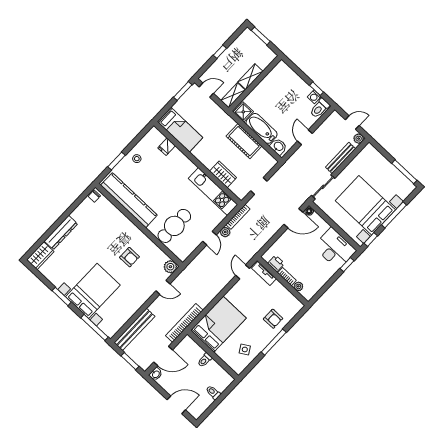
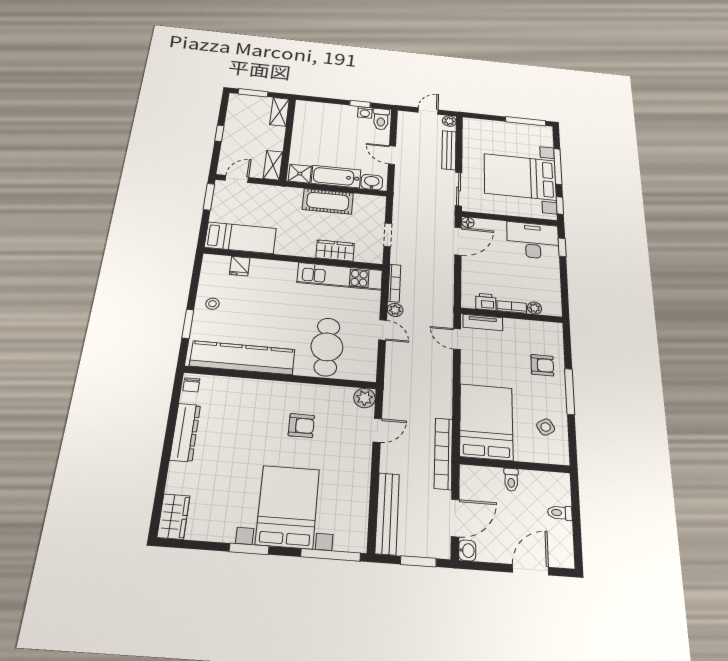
shelving: (250, 77) -> (280, 112), moved
dresser: (61, 232) -> (185, 432), moved

